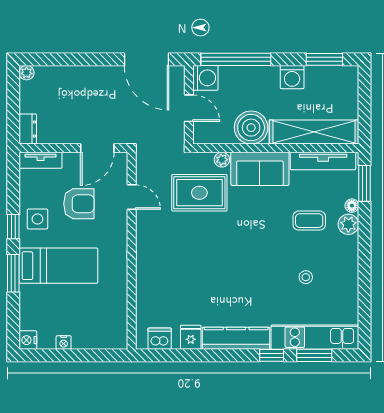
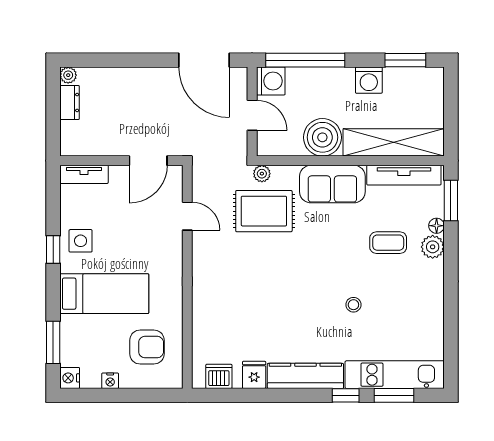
dresser: (28, 129) -> (70, 103), moved
plant: (222, 160) -> (262, 174), moved
armchair: (79, 204) -> (147, 347), moved
window: (13, 273) -> (53, 342), moved
stool: (306, 277) -> (353, 305), moved

